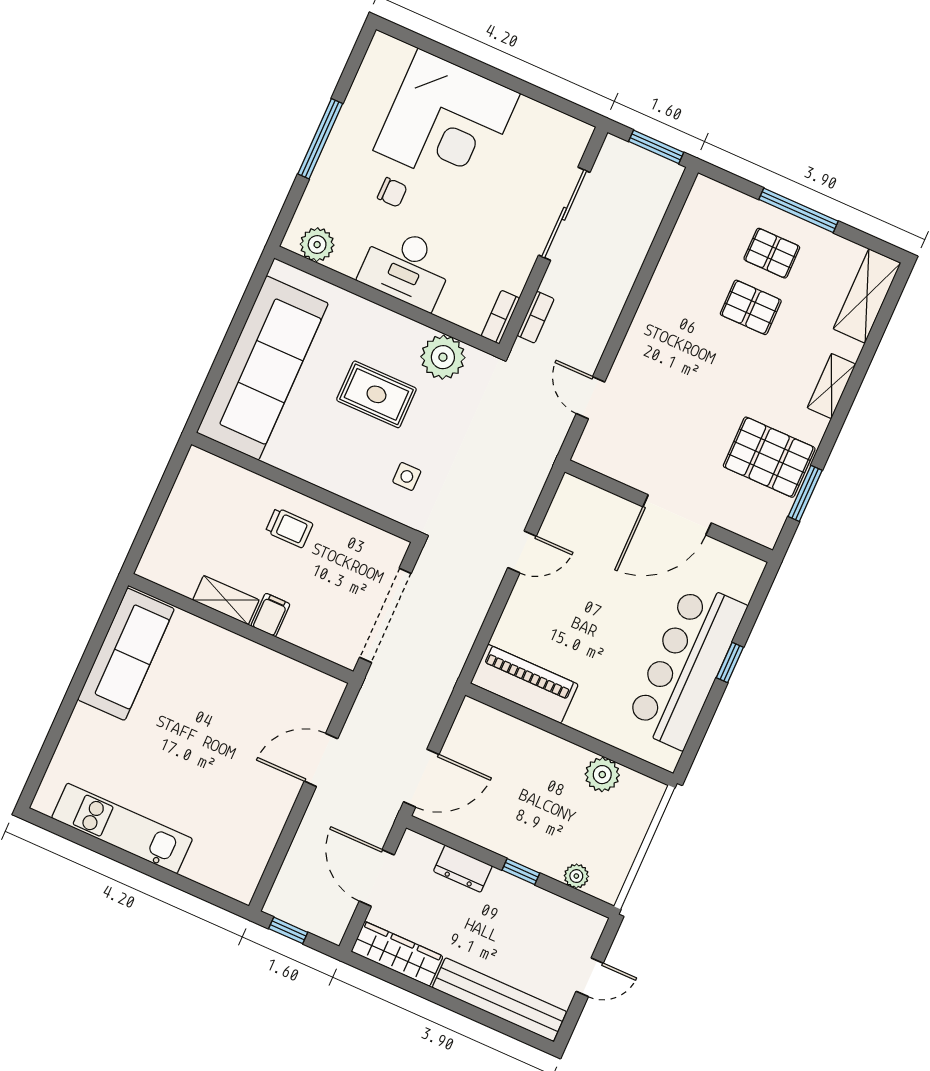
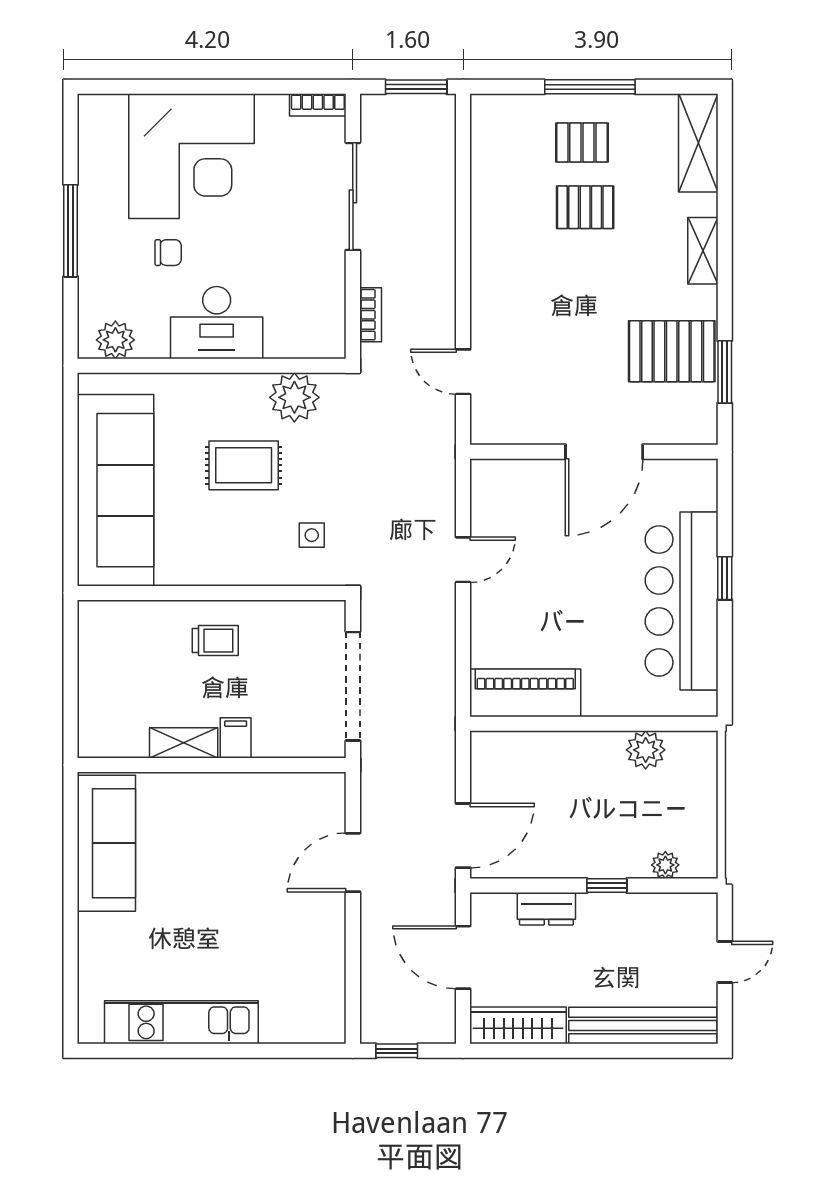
bookcase: (500, 317) -> (318, 105), moved, turned -90

